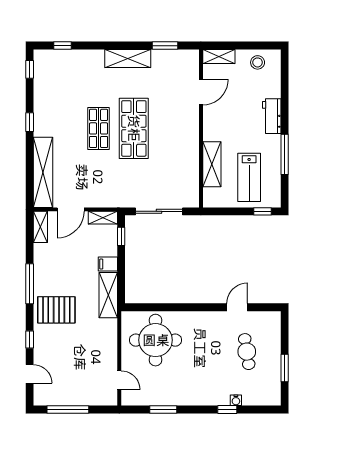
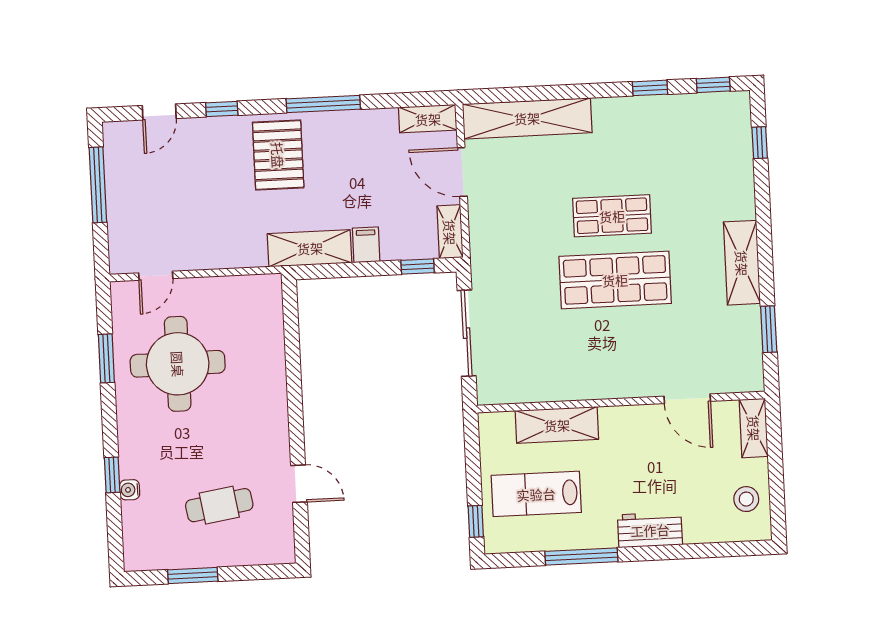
window: (30, 122) -> (650, 88), moved
round table: (156, 340) -> (178, 364), moved

